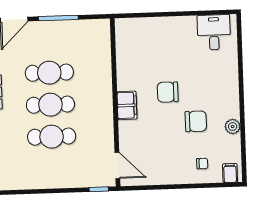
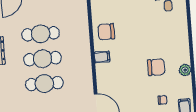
chair: (168, 92) -> (106, 32), moved
filing cabinet: (127, 105) -> (102, 57), width x0.50

